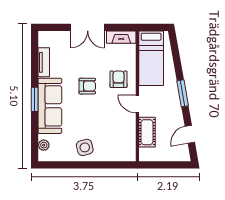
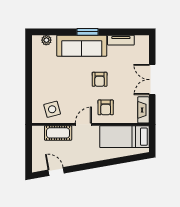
armchair: (119, 79) -> (106, 107), turned 90
window: (183, 93) -> (93, 165), removed
side table: (85, 147) -> (52, 109), moved

